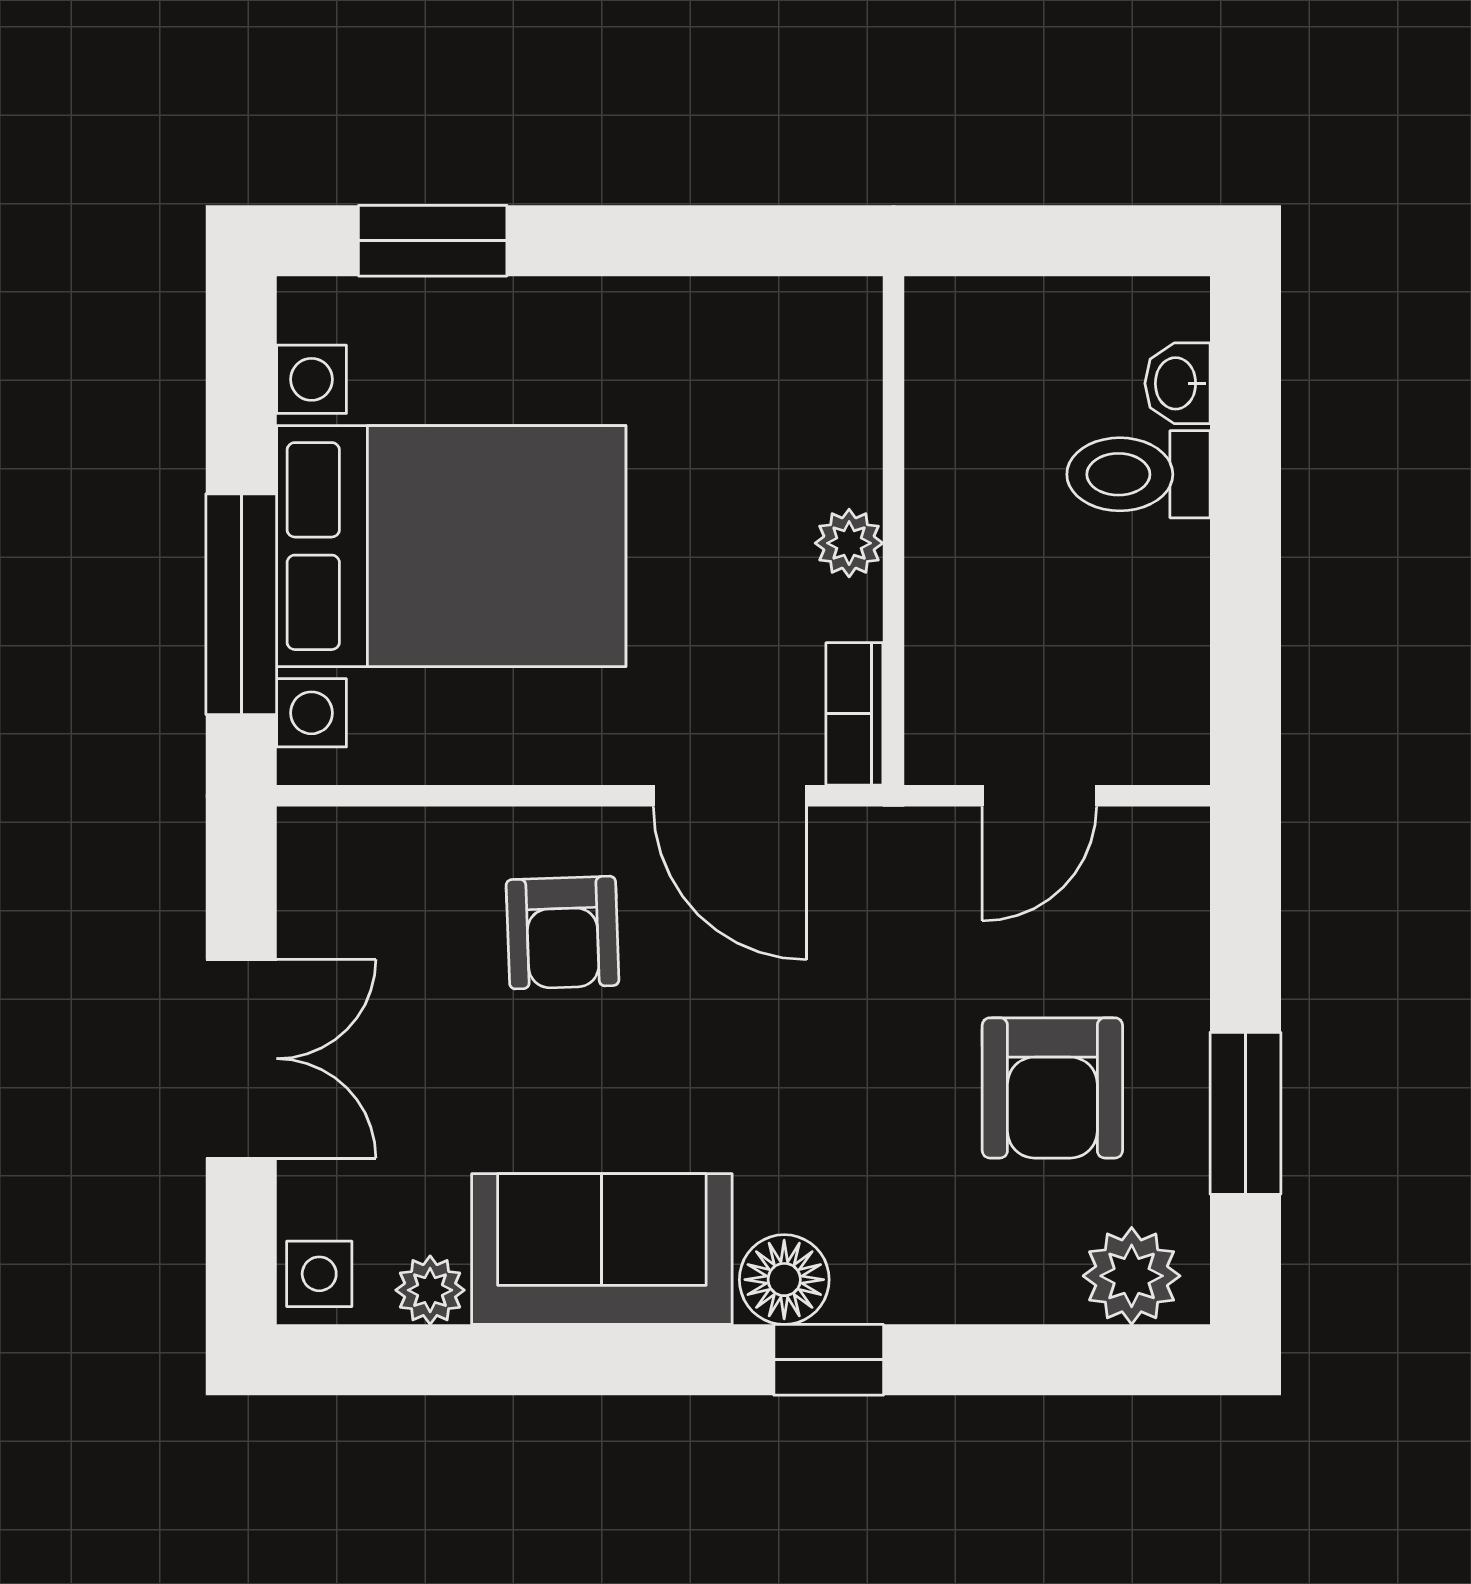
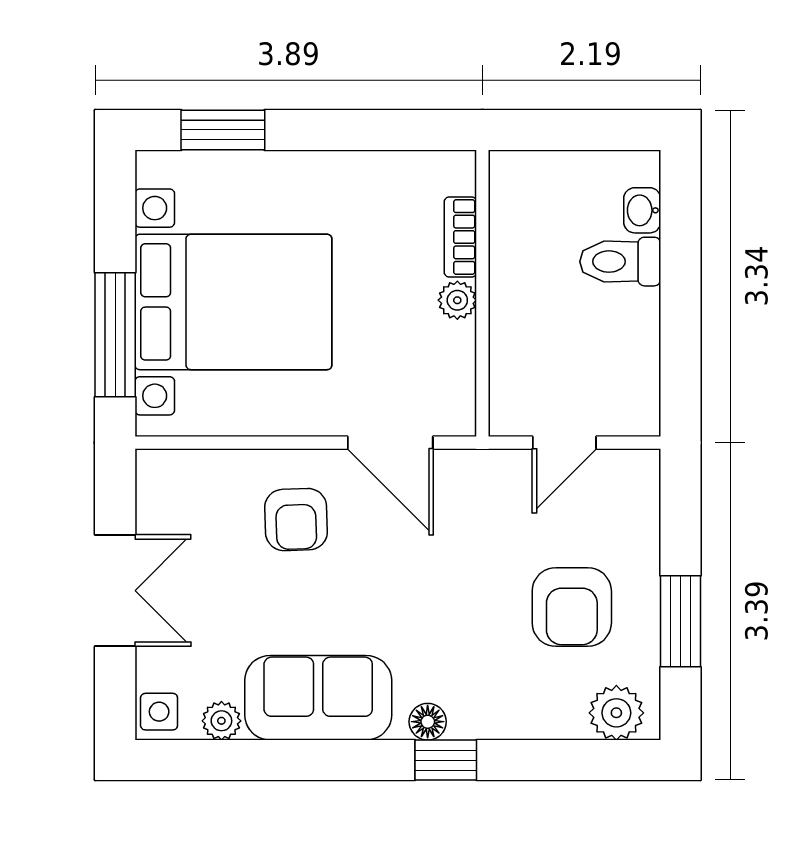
bookcase: (854, 714) -> (460, 237), moved
floor lamp: (784, 1280) -> (428, 722), width x0.73, depth x0.73

